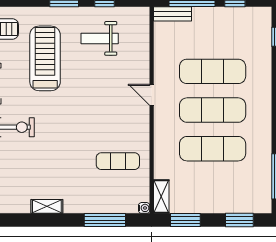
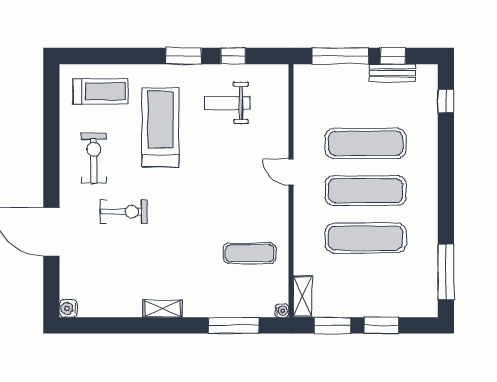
bench: (173, 14) -> (392, 73), moved
window: (239, 220) -> (381, 325), moved

